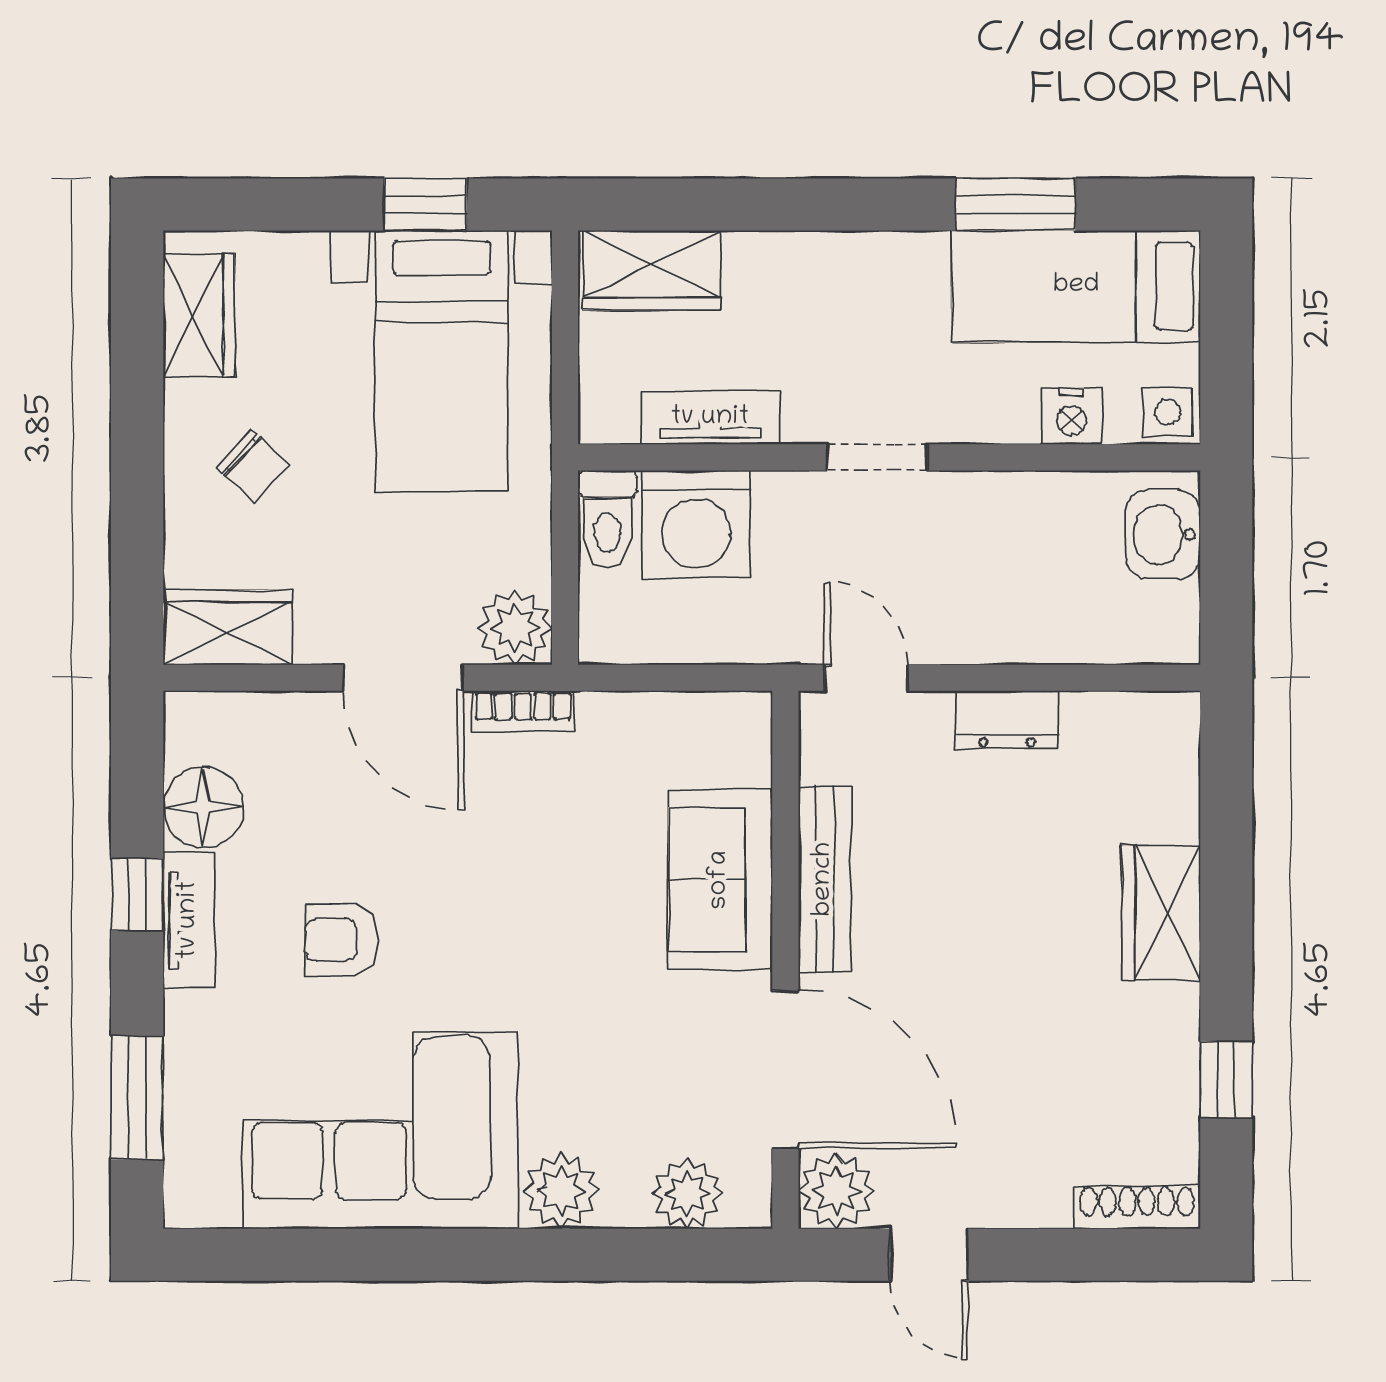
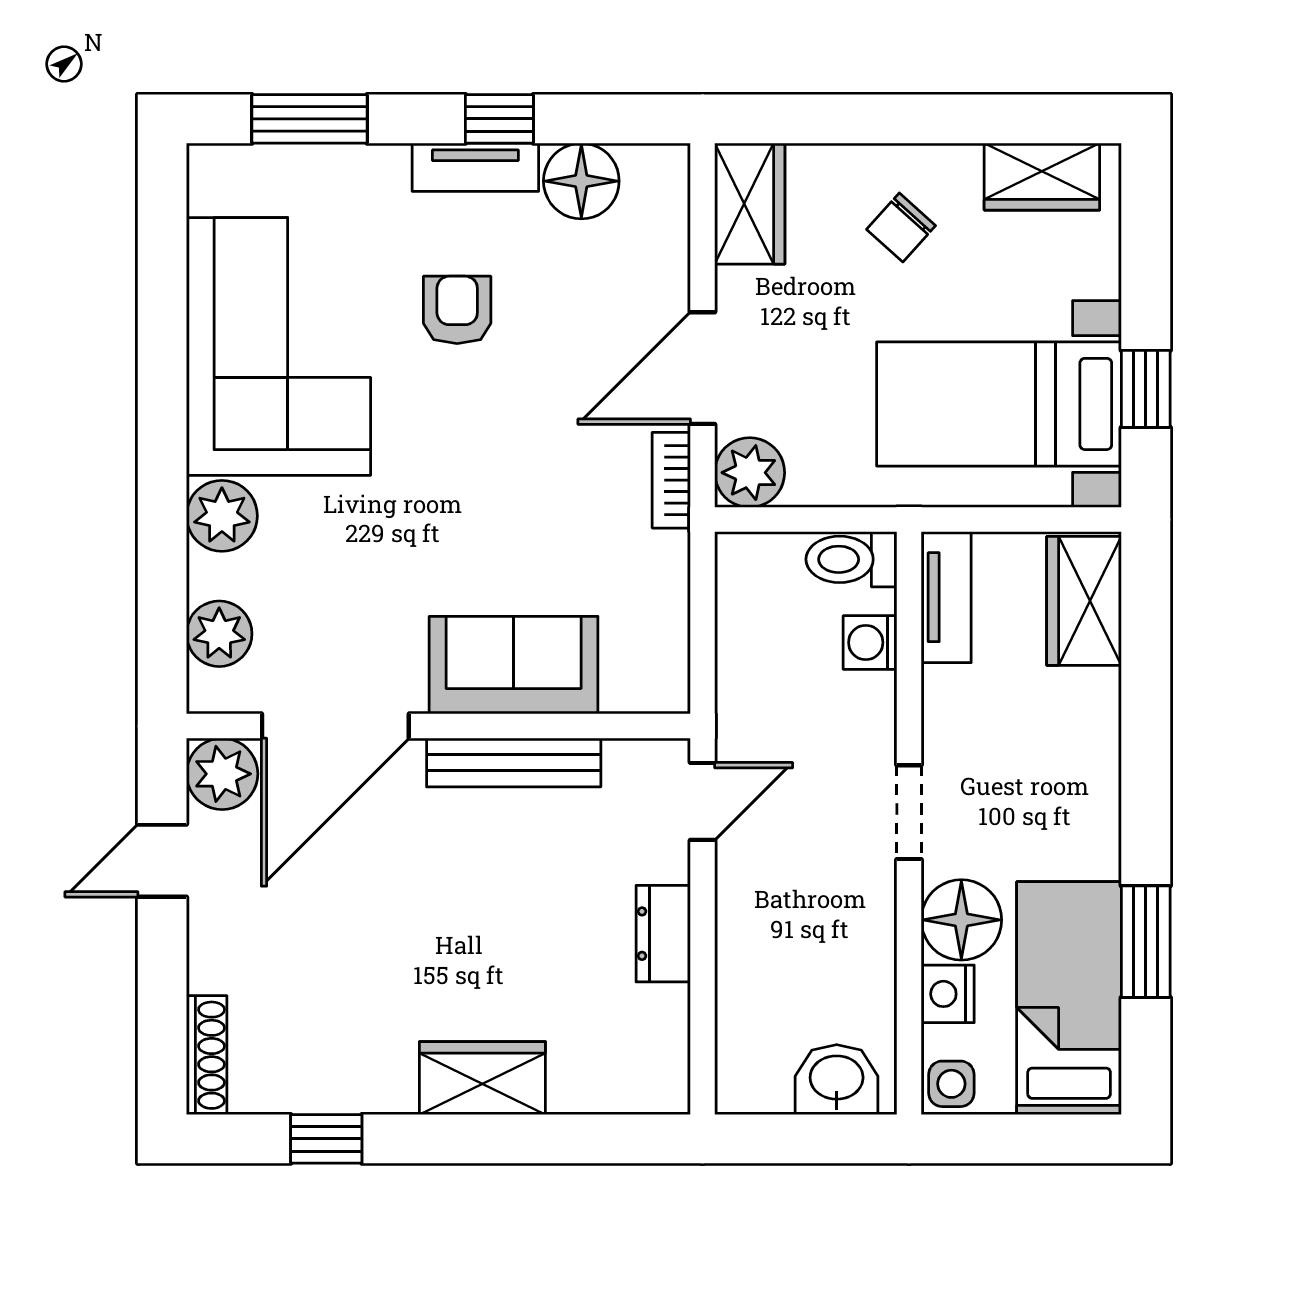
floor lamp: (992, 401) -> (961, 920), added
tv unit: (710, 418) -> (946, 597), moved
washing machine: (696, 524) -> (870, 643), width x0.53, depth x0.53

